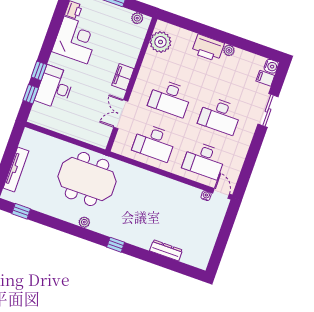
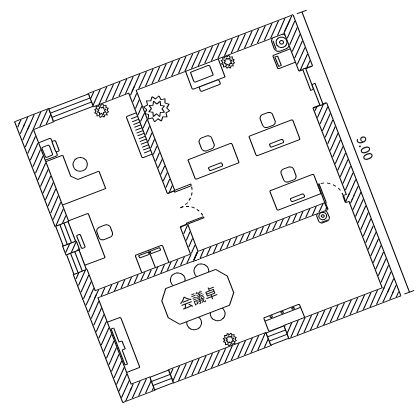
plant: (137, 18) -> (102, 111), moved
bookcase: (136, 49) -> (140, 135), added
filing cabinet: (123, 77) -> (152, 259), moved, turned 90
double door: (121, 114) -> (177, 209), swing flipped
desk: (154, 143) -> (232, 209), removed
dresser: (166, 250) -> (284, 318), moved

